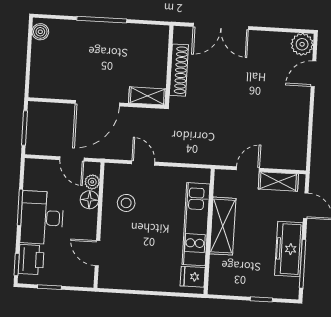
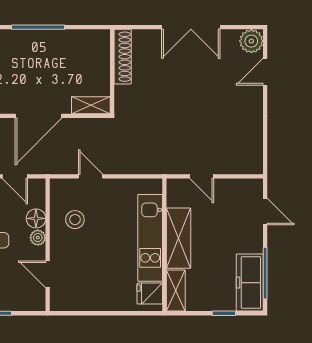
double door: (221, 26) -> (191, 27), moved
shoe rack: (179, 70) -> (123, 57), moved
door: (248, 169) -> (202, 176), swing flipped
shelving: (278, 181) -> (176, 291), moved, turned 90
plant: (92, 182) -> (38, 238), moved
freezer: (289, 249) -> (250, 283), moved

